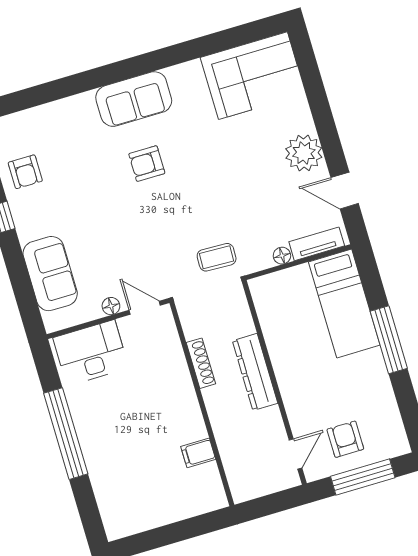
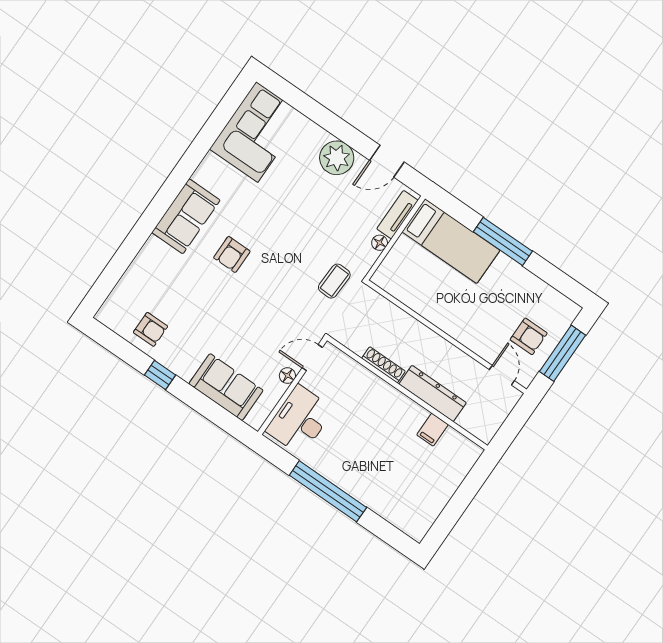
dresser: (255, 372) -> (433, 393), moved, turned 180
armchair: (345, 439) -> (529, 336), turned 180

